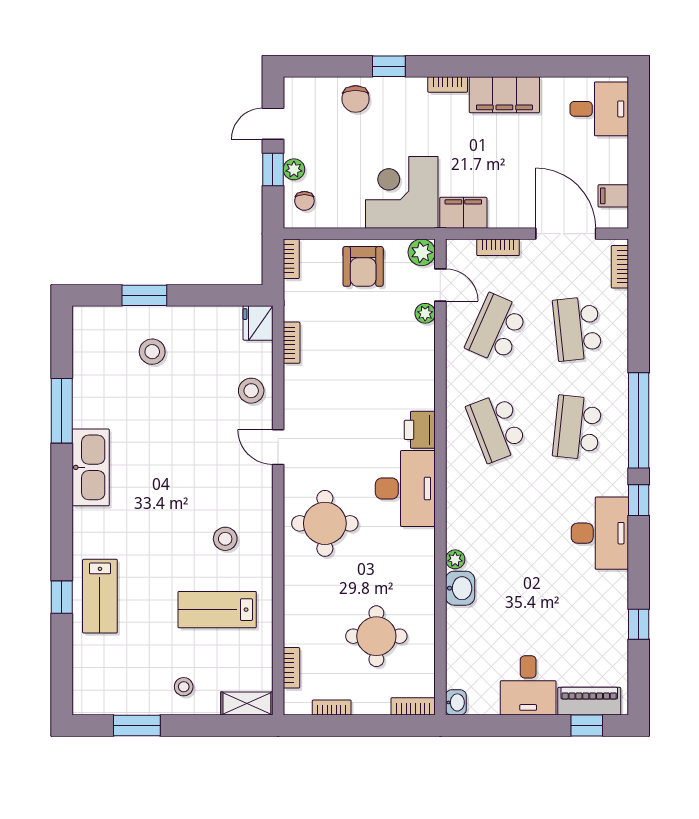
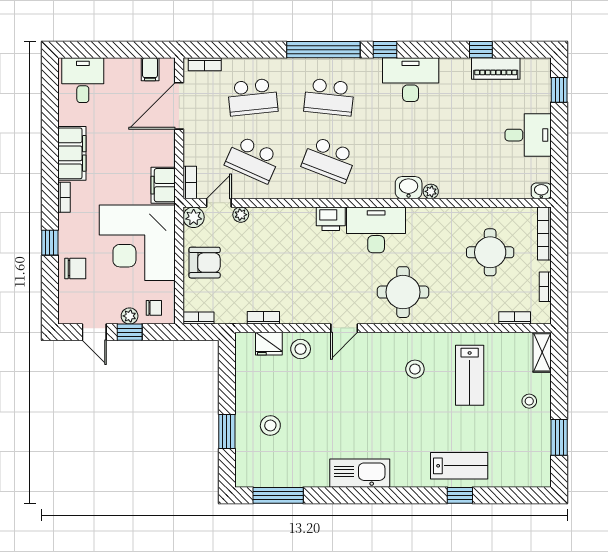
corner desk: (402, 192) -> (137, 243), width x1.36, depth x1.36
bookcase: (498, 247) -> (190, 183), moved
fridge: (258, 323) -> (269, 344), moved
window: (62, 411) -> (278, 495), moved
school desk: (497, 428) -> (329, 159), turned 42
washbasin: (460, 588) -> (409, 188), moved
piano: (589, 701) -> (496, 68), moved, turned -90
bookcase: (413, 706) -> (544, 233), width x1.56

